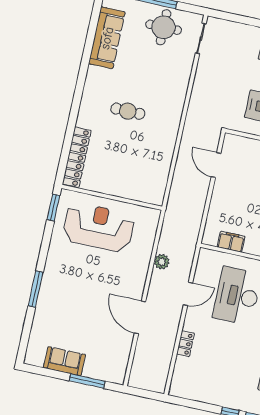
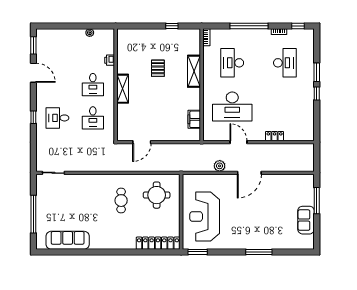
round table: (164, 27) -> (157, 195), moved
cafe table: (128, 111) -> (121, 201), moved
door: (140, 317) -> (249, 173), moved

